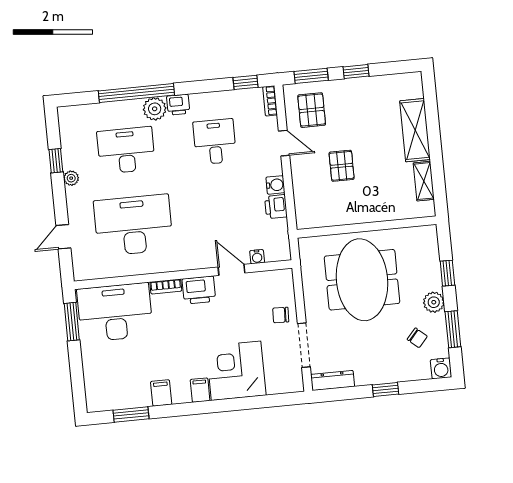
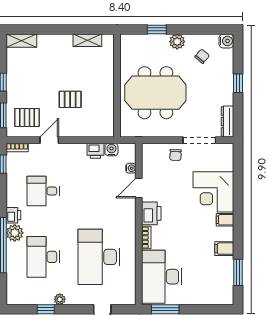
shelving: (415, 130) -> (21, 41), moved, width x0.67, depth x0.75
water cooler: (275, 185) -> (111, 150), moved
window: (453, 329) -> (198, 29), removed

